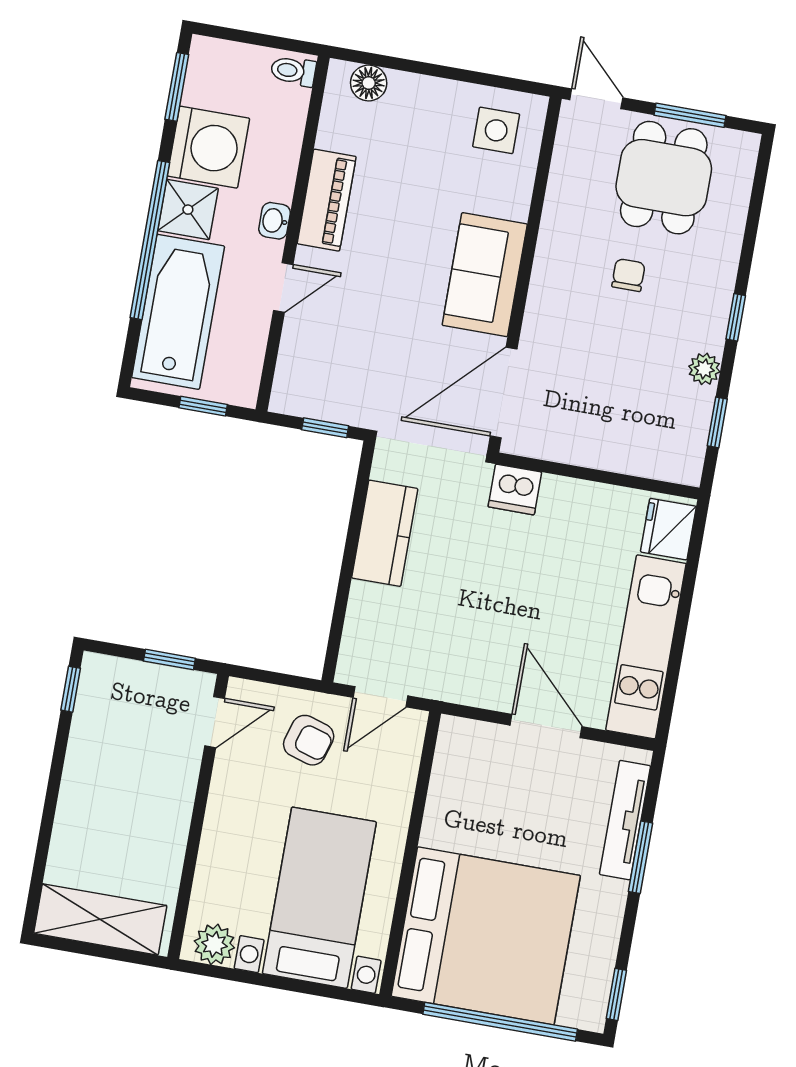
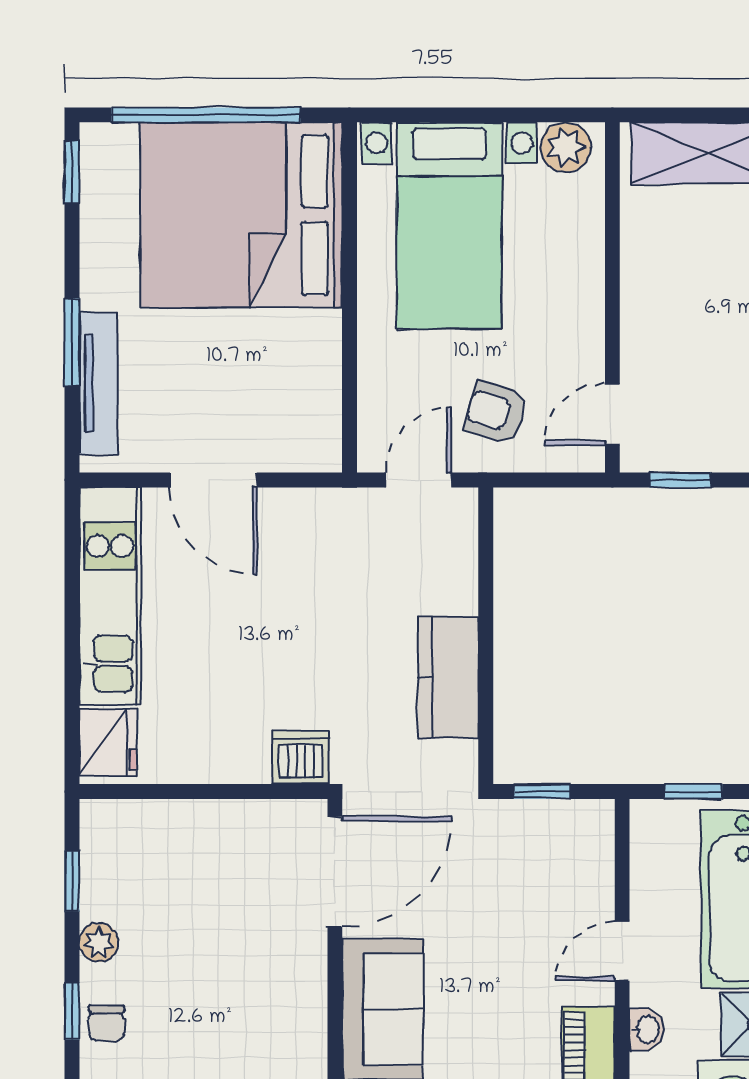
chair: (628, 275) -> (107, 1023), moved

